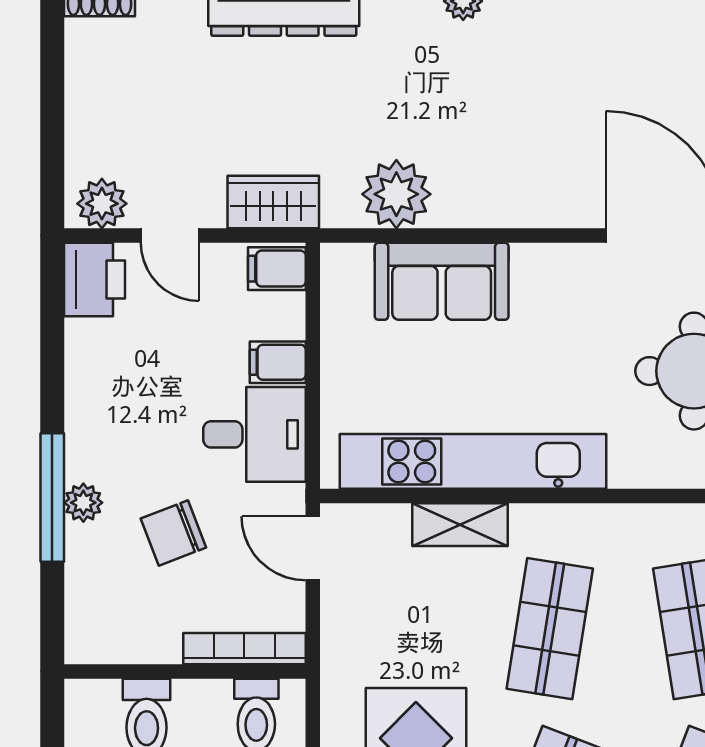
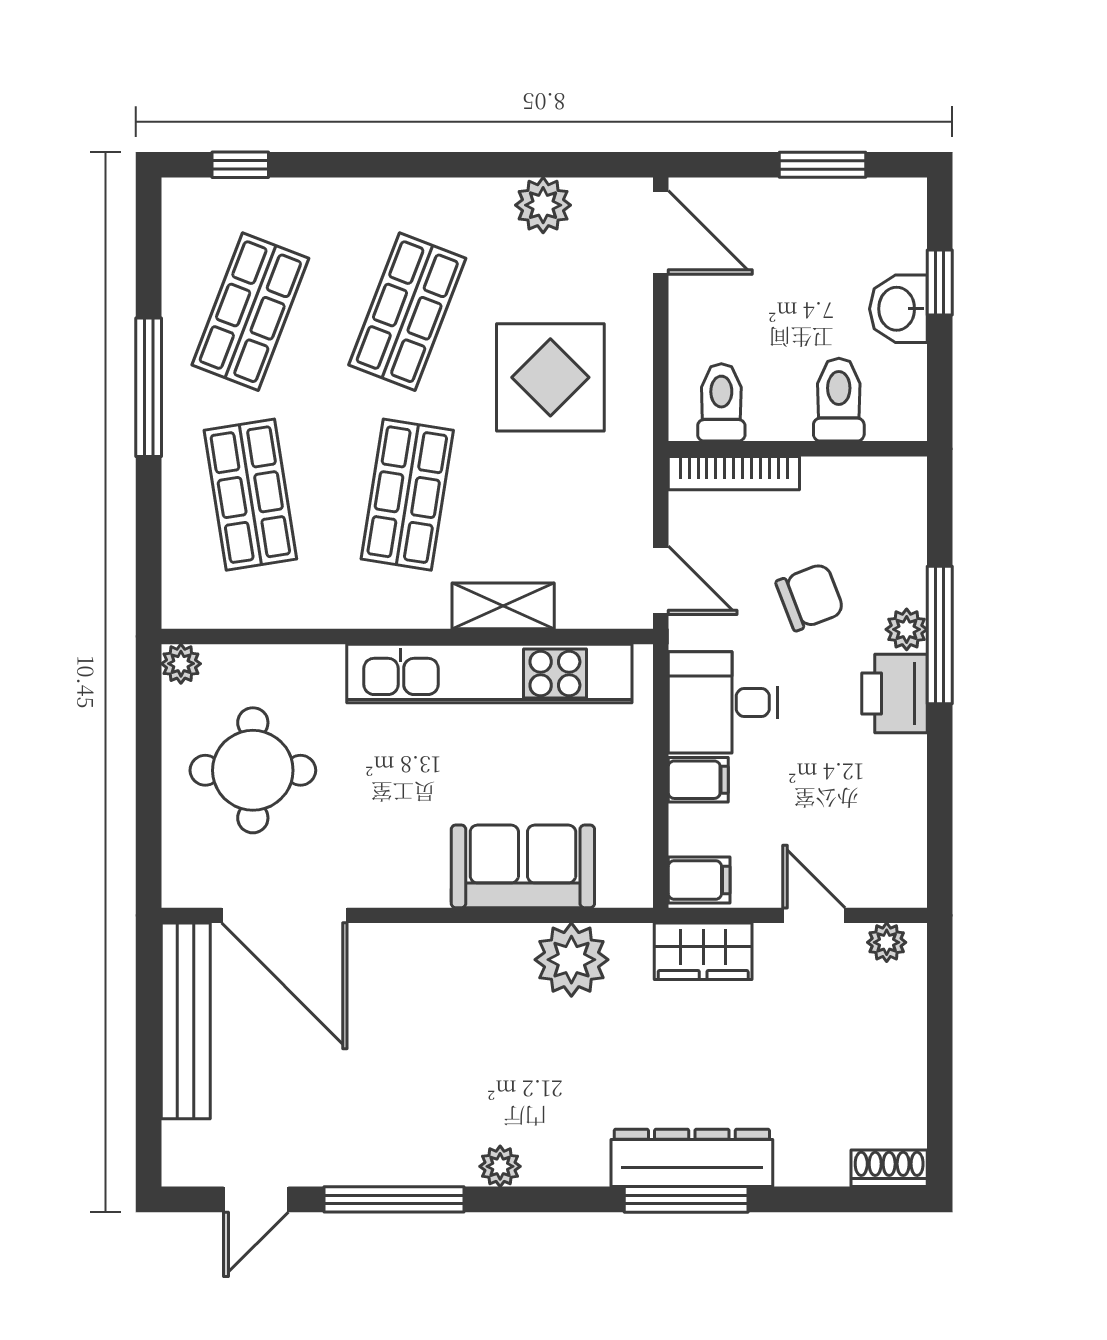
plant: (102, 204) -> (887, 942), width x0.73, depth x0.73
printer: (95, 279) -> (894, 694), moved

